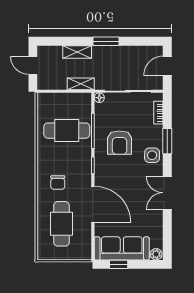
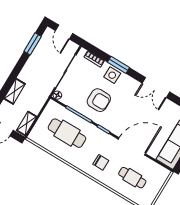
window: (106, 41) -> (33, 44), moved
shelving: (81, 84) -> (27, 124), moved
cafe table: (67, 131) -> (67, 133), turned 90
side table: (152, 155) -> (112, 75), moved
cafe table: (62, 224) -> (132, 178), width x0.73, depth x0.74

